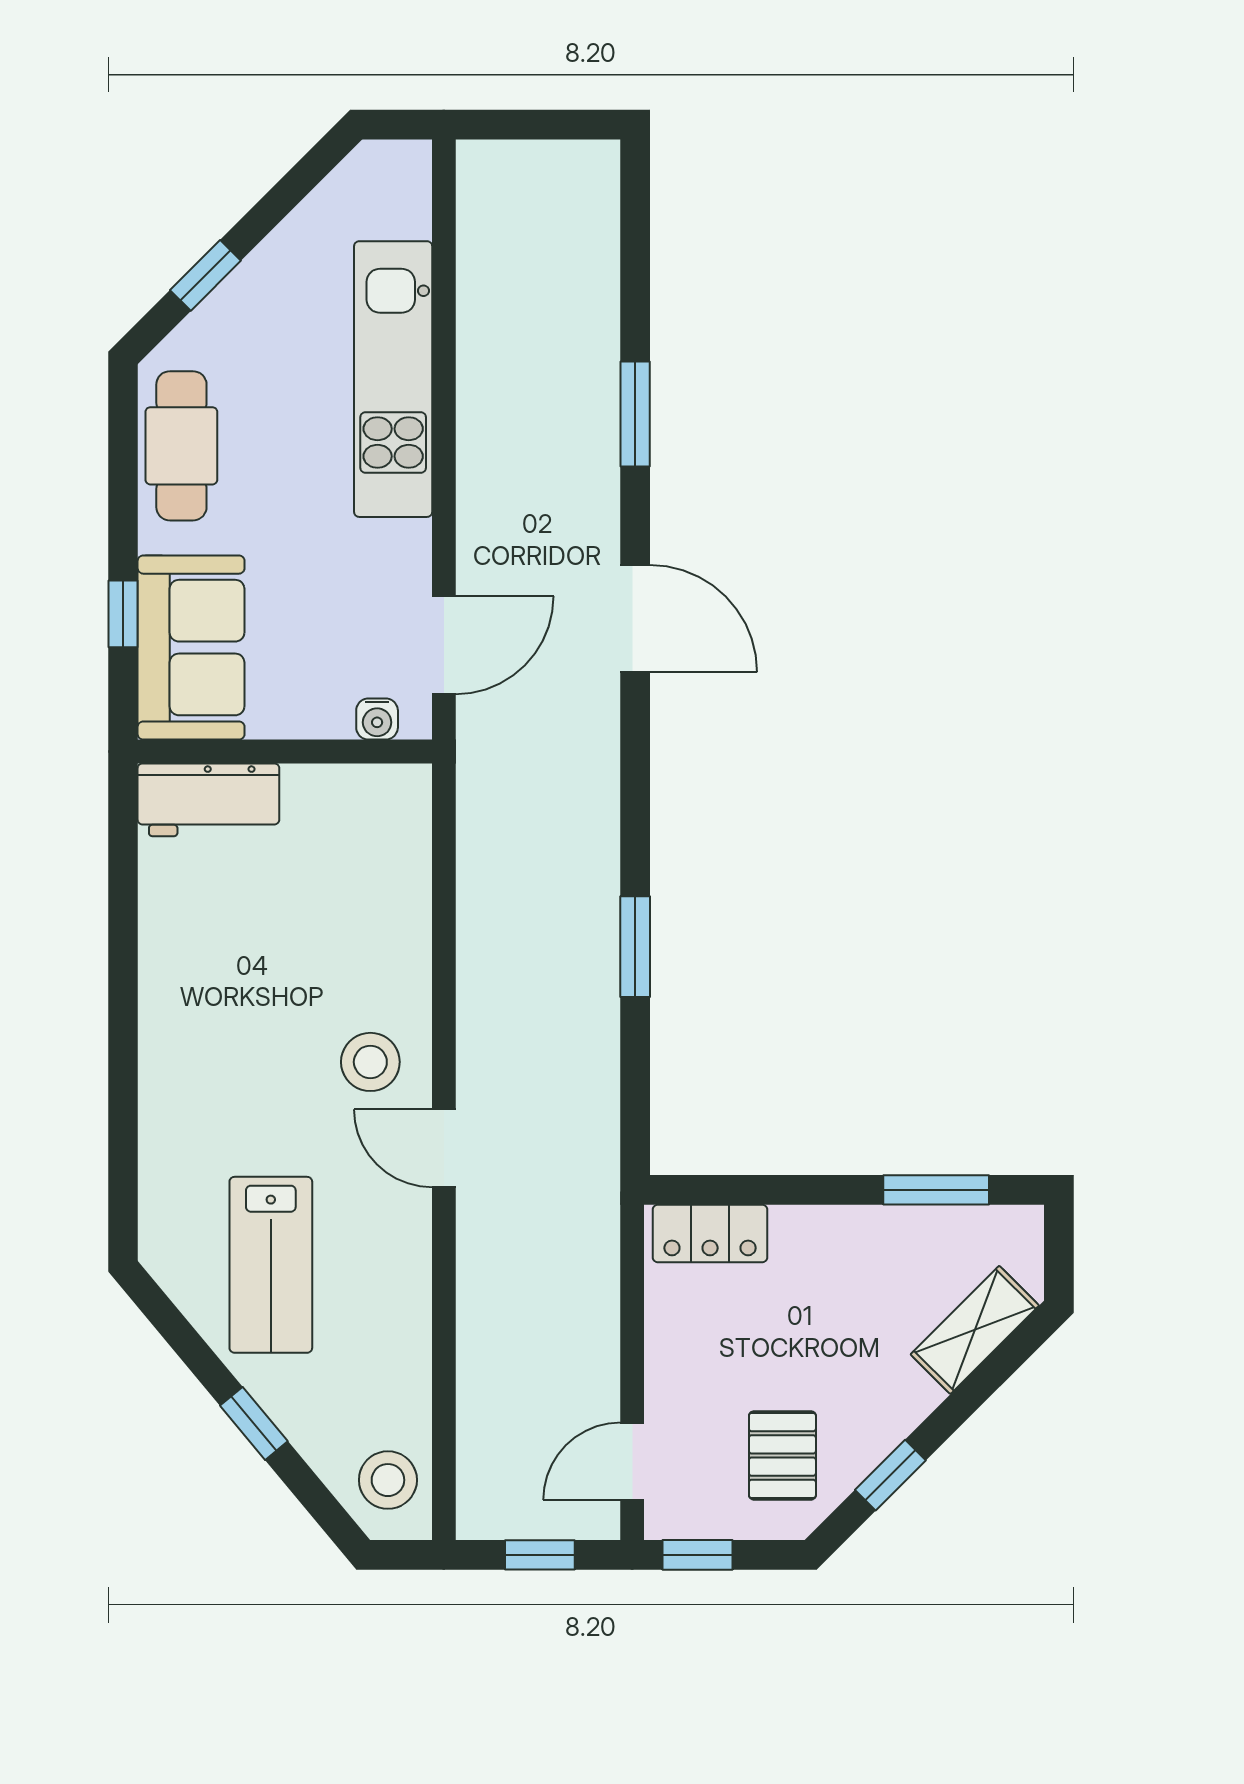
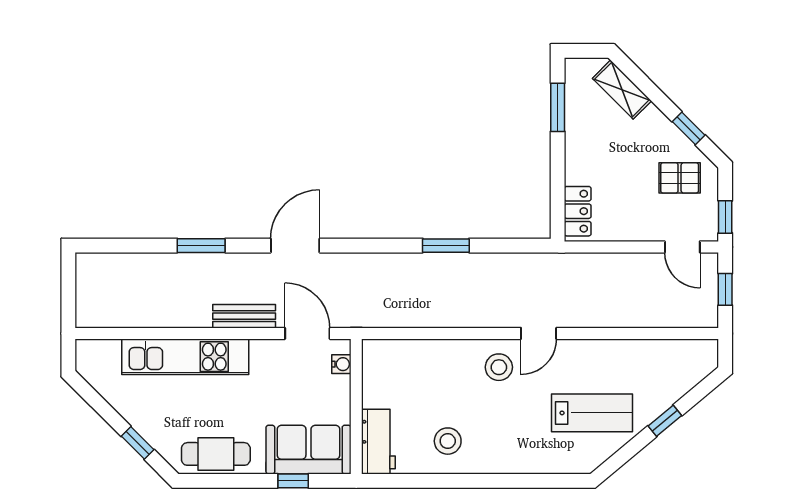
bench: (481, 507) -> (244, 316), added
stool: (388, 1480) -> (448, 441), moved

